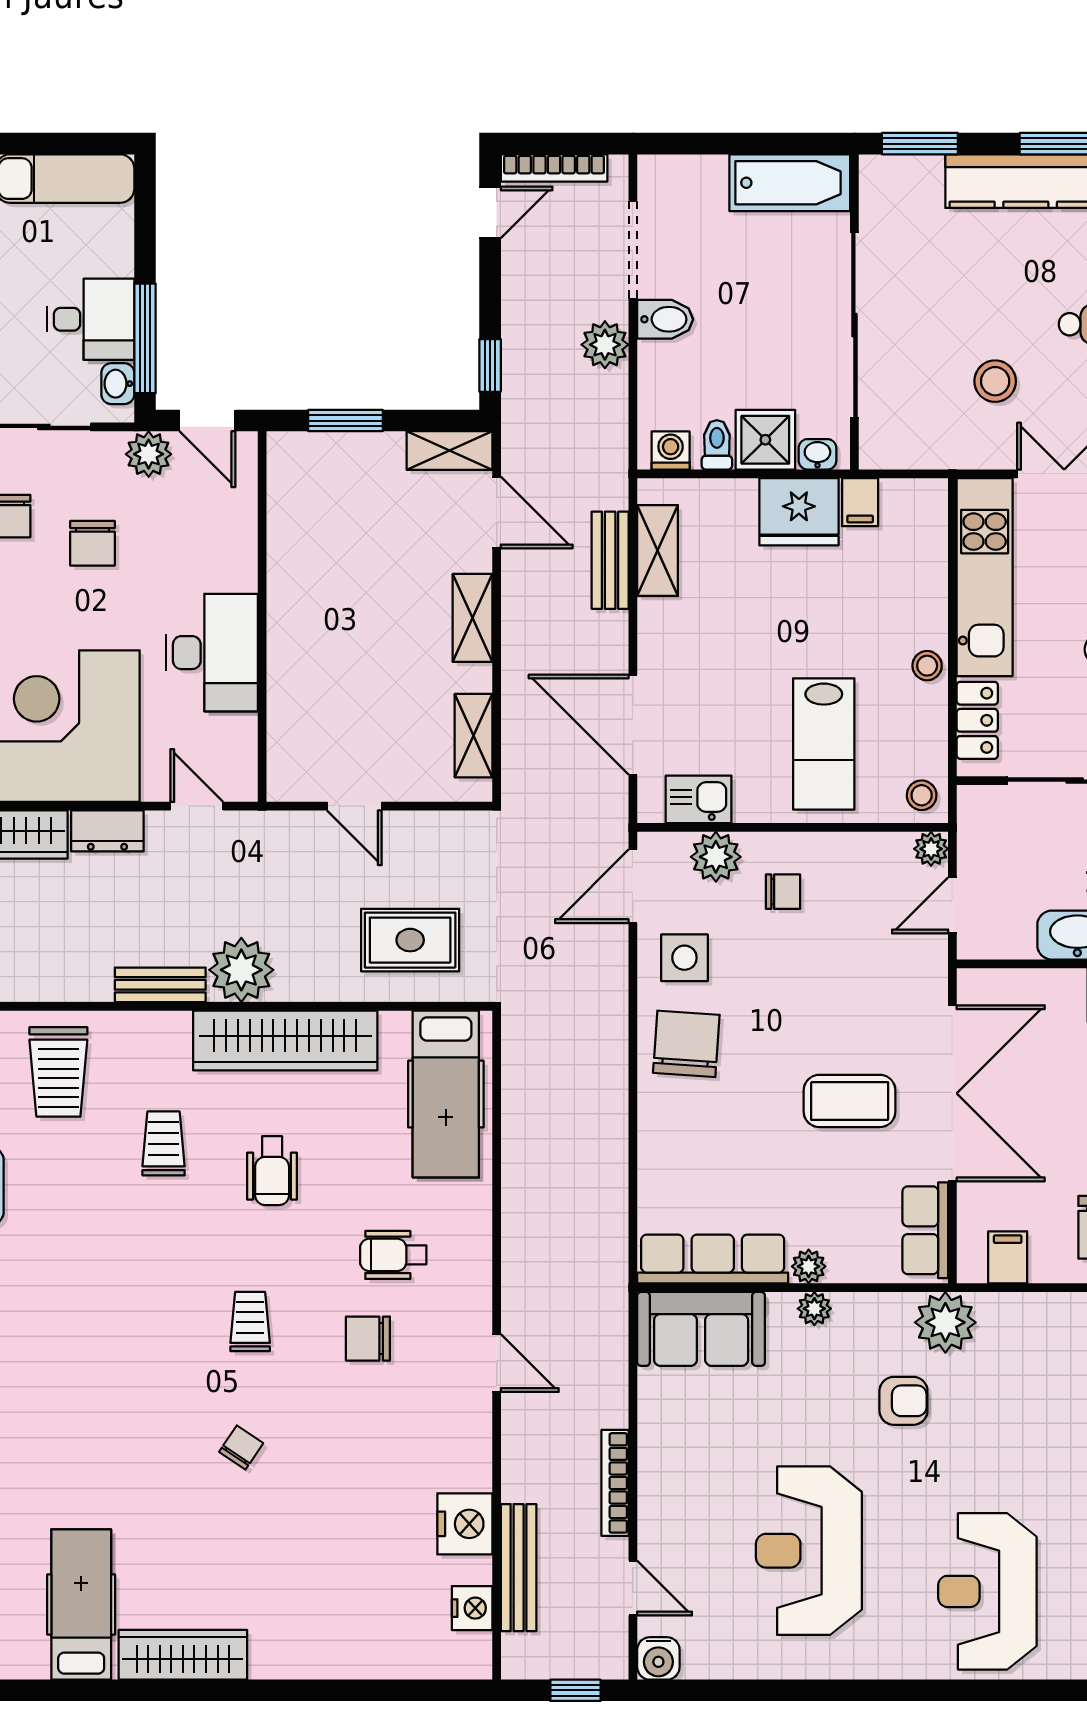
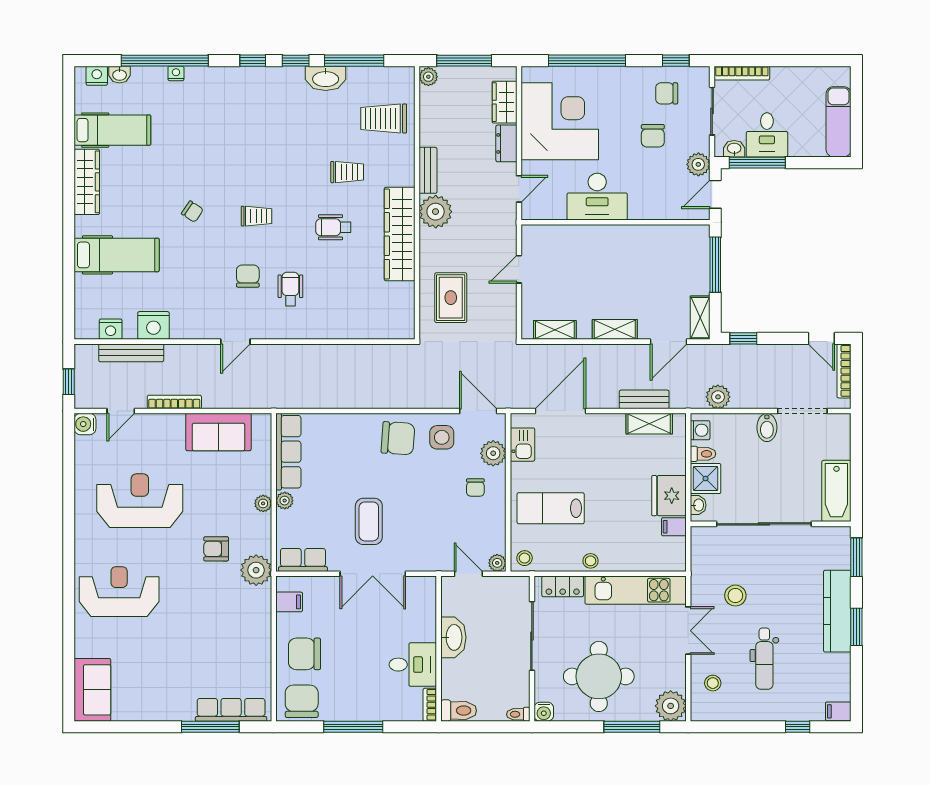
plant: (605, 345) -> (718, 397), moved
window: (345, 421) -> (715, 265), width x1.44
chair: (92, 543) -> (653, 136), turned -90
double door: (952, 1093) -> (373, 574), width x0.73
hospital bed: (446, 1094) -> (117, 255), moved, turned 180
sofa: (701, 1329) -> (218, 432), moved, turned -90
armchair: (903, 1401) -> (216, 549), turned 90

